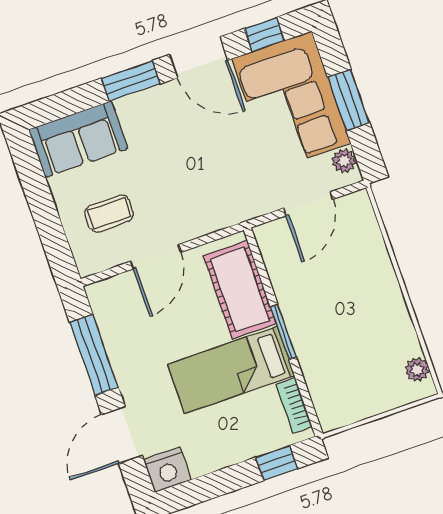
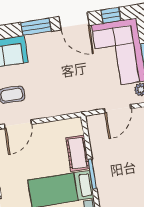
door: (156, 257) -> (18, 124), moved
cot: (240, 290) -> (78, 153), width x0.73, depth x0.75

